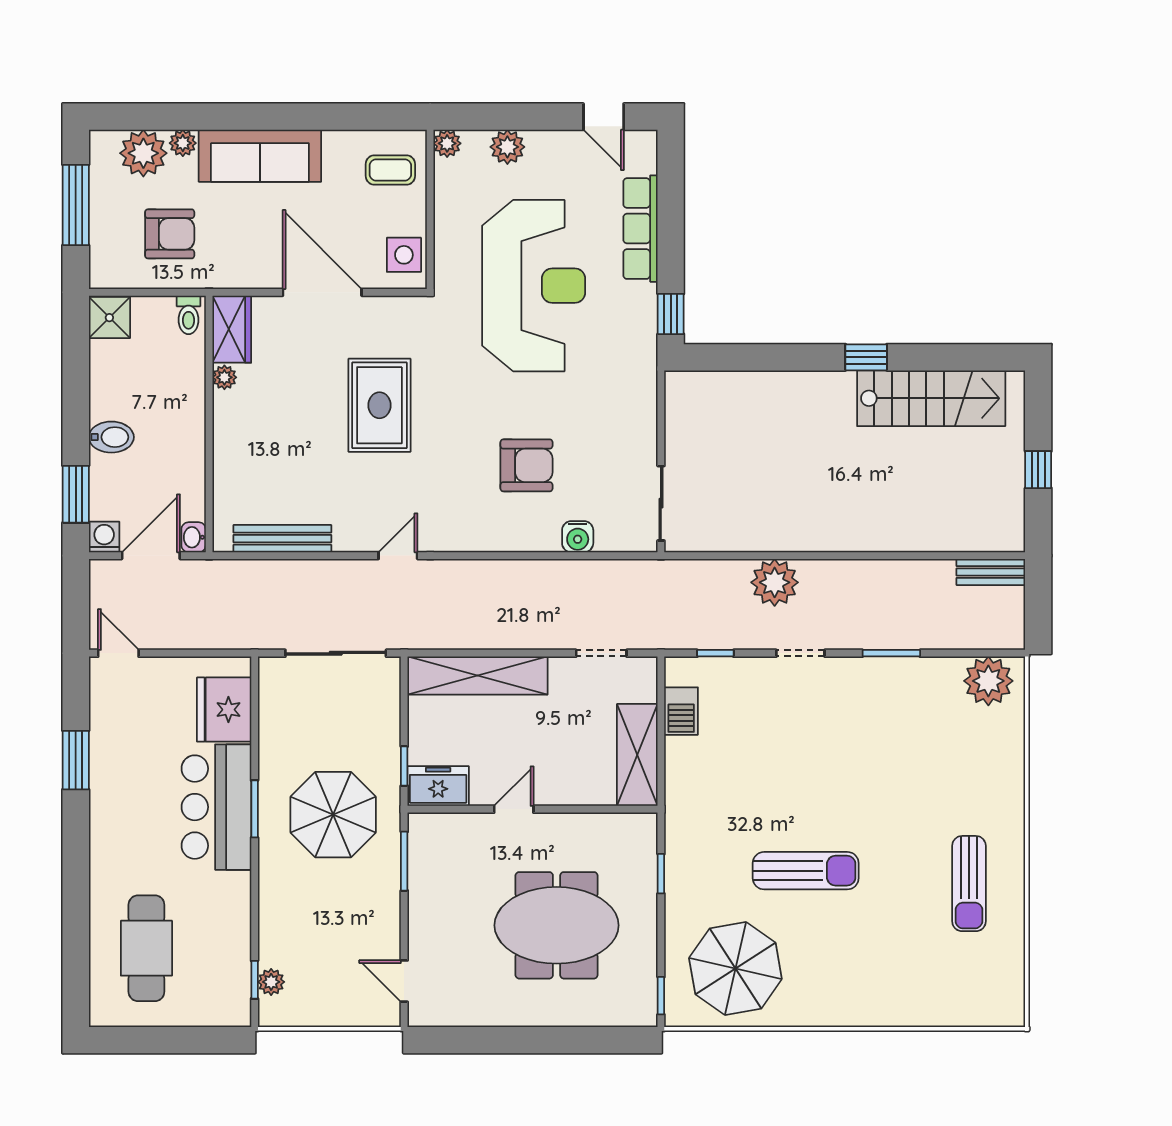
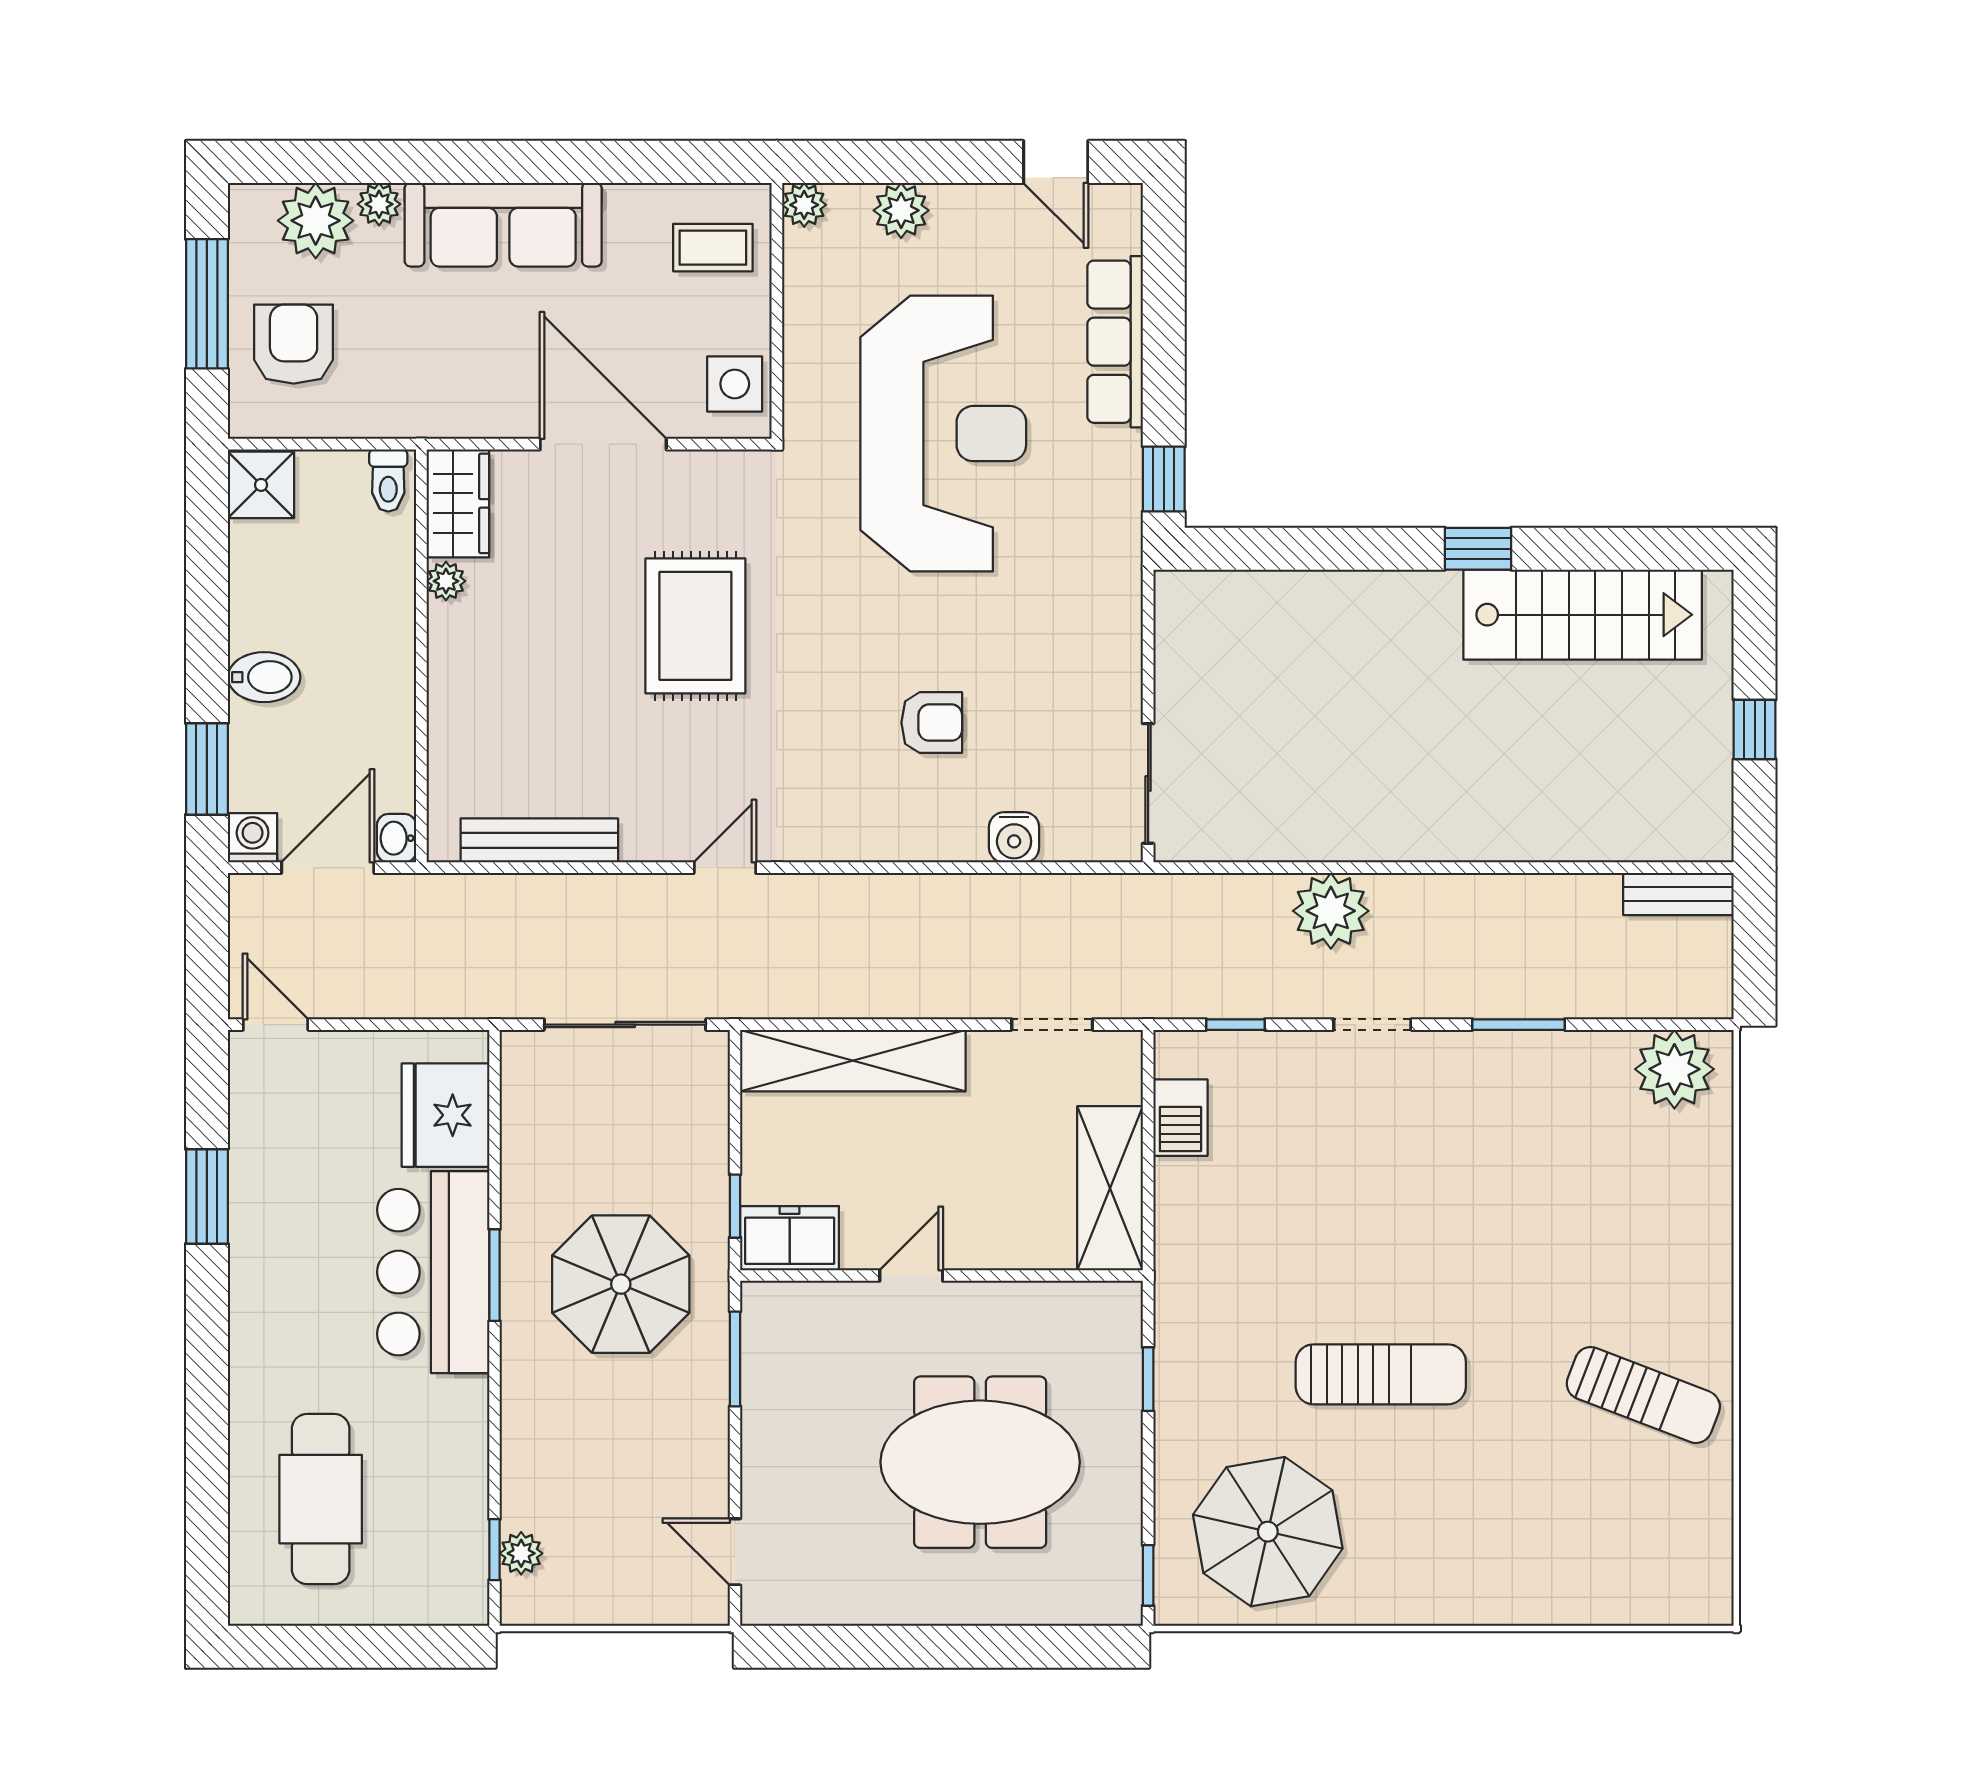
armchair: (170, 234) -> (294, 344), moved, turned -90
armchair: (526, 465) -> (932, 723), width x0.72, depth x0.72
sun lounger: (969, 884) -> (1643, 1395), turned -69

